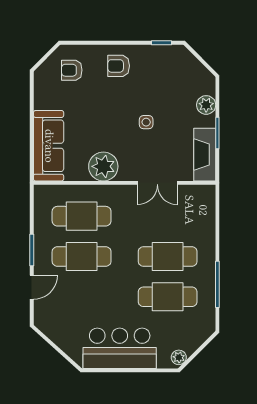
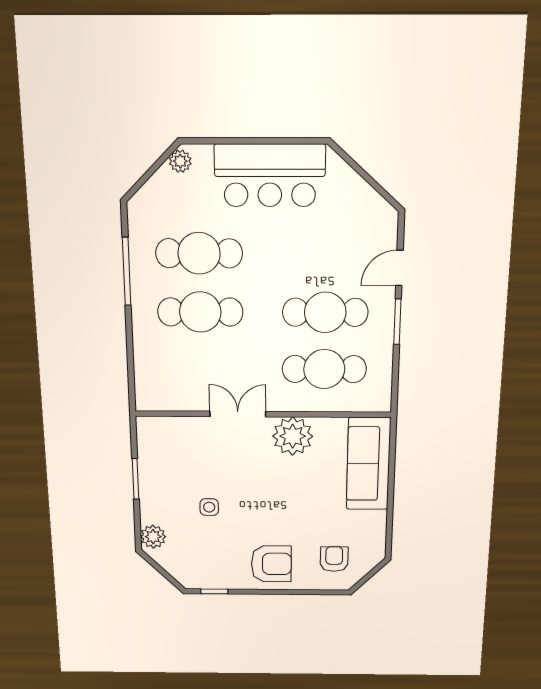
armchair: (119, 66) -> (271, 564), width x1.38, depth x1.38
armchair: (72, 70) -> (334, 559), turned -90
plant: (206, 105) -> (153, 537), moved
side table: (146, 122) -> (209, 507), moved
fireplace: (205, 155) -> (152, 451), removed
double door: (157, 183) -> (238, 414), moved

